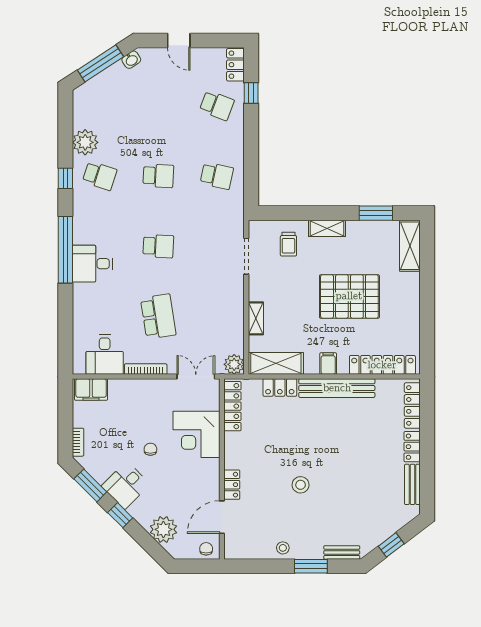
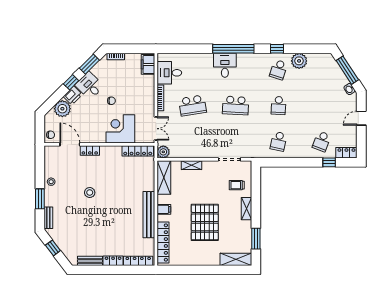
school desk: (158, 246) -> (236, 106), width x1.85
locker: (280, 388) -> (149, 180), removed
printer: (142, 512) -> (73, 95), added

